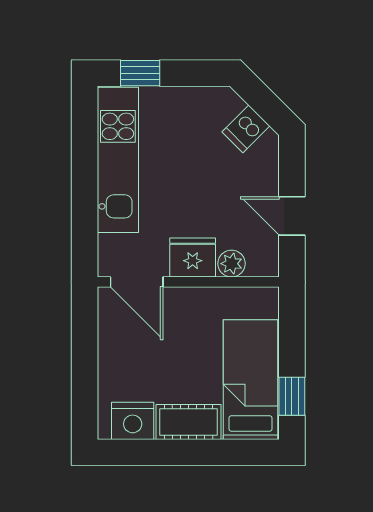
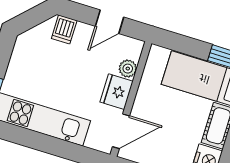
dishwasher: (246, 129) -> (64, 29), moved, turned 45

